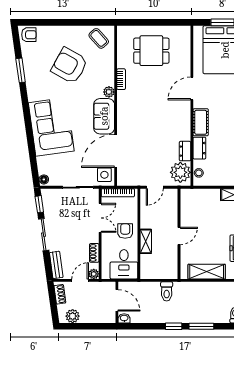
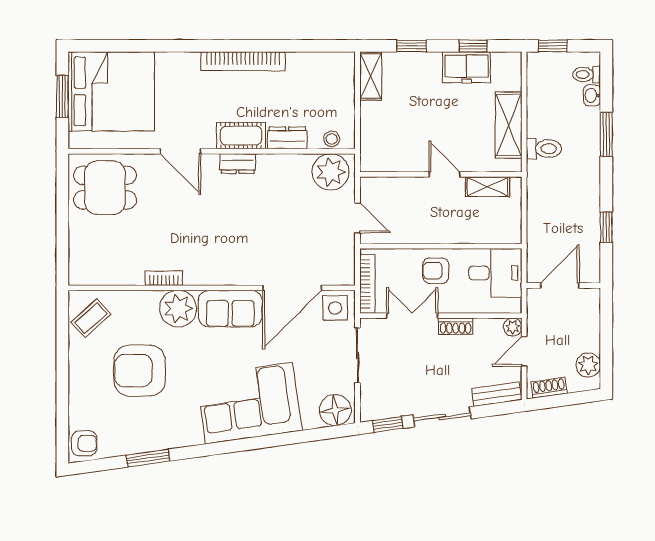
armchair: (29, 35) -> (84, 443), turned 90
dining table: (151, 51) -> (105, 188), moved, turned 90
armchair: (69, 66) -> (140, 371), turned 61
plant: (109, 92) -> (178, 309), width x1.88, depth x1.88
door: (116, 151) -> (292, 288), hinge flipped
dresser: (185, 151) -> (238, 164), moved
floor lamp: (44, 179) -> (335, 410), width x1.89, depth x1.89
shelving: (146, 241) -> (488, 187), moved
shoe rack: (94, 253) -> (456, 326), moved
door: (80, 280) -> (524, 351), hinge flipped
toilet: (167, 291) -> (544, 149), moved
washbasin: (124, 318) -> (592, 95), moved
window: (174, 326) -> (606, 227), moved

